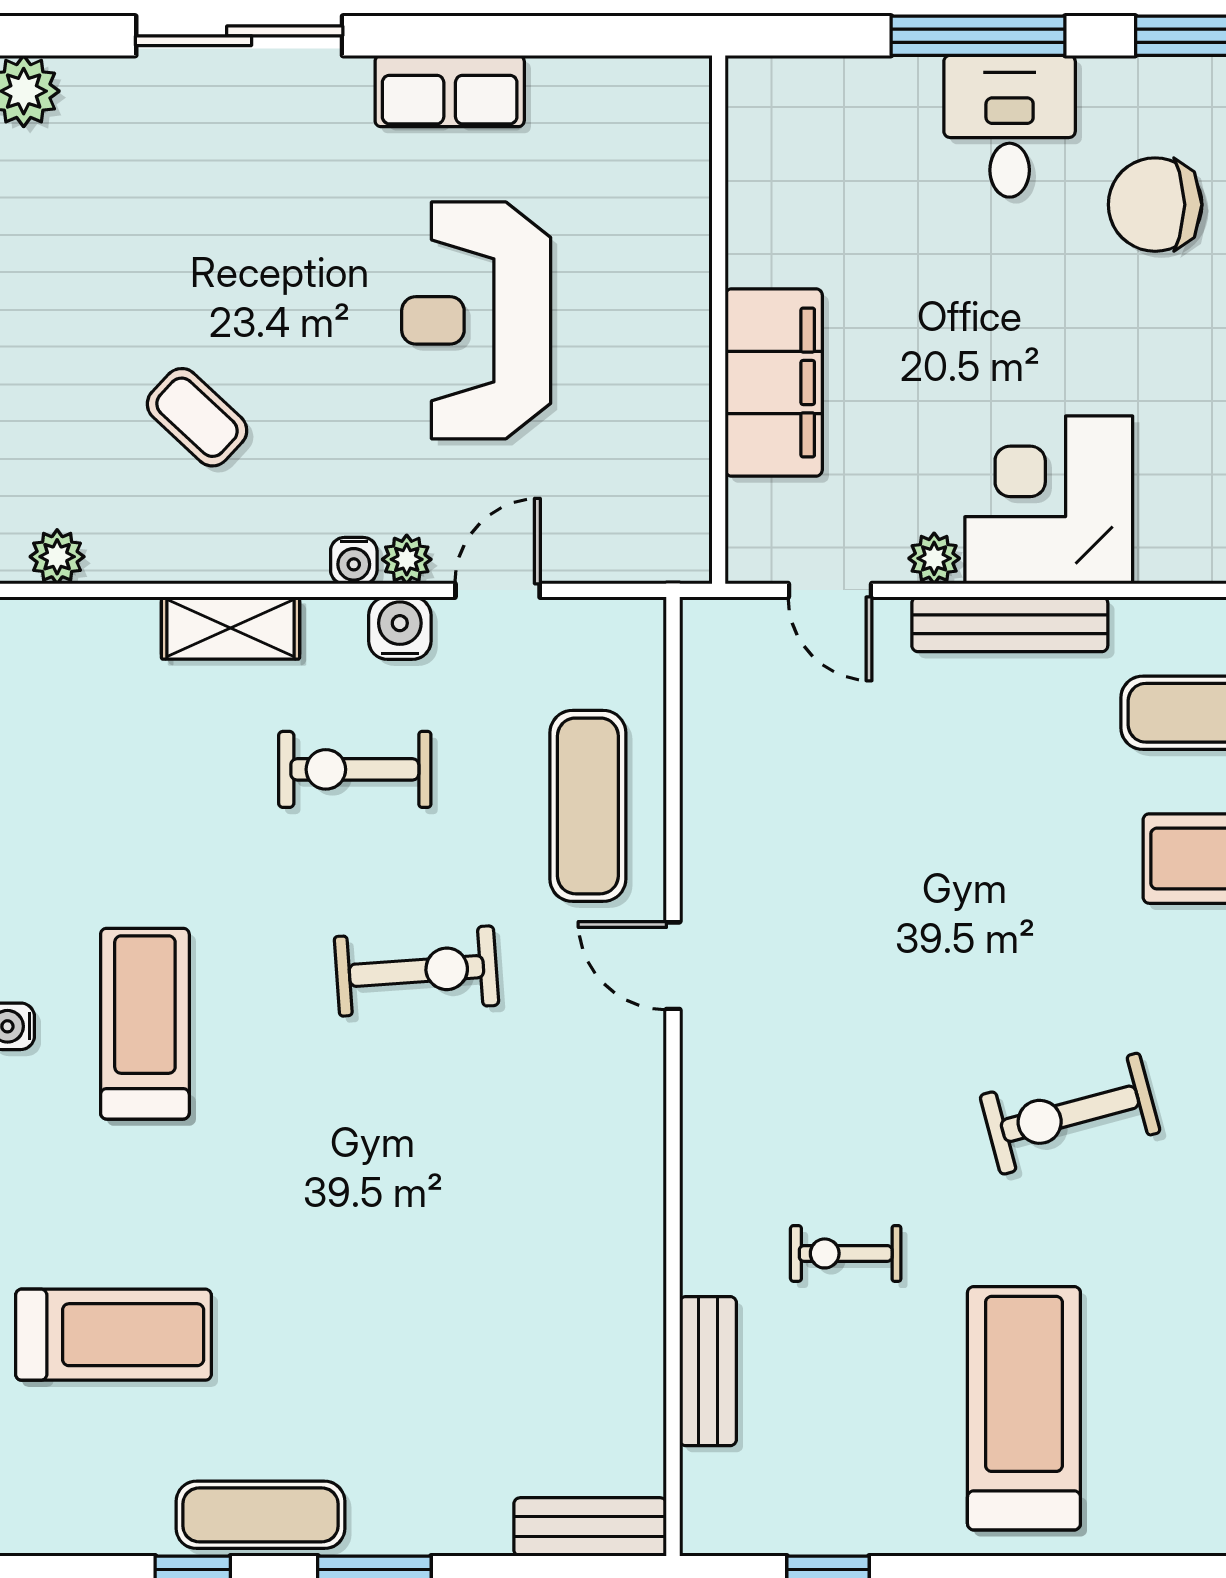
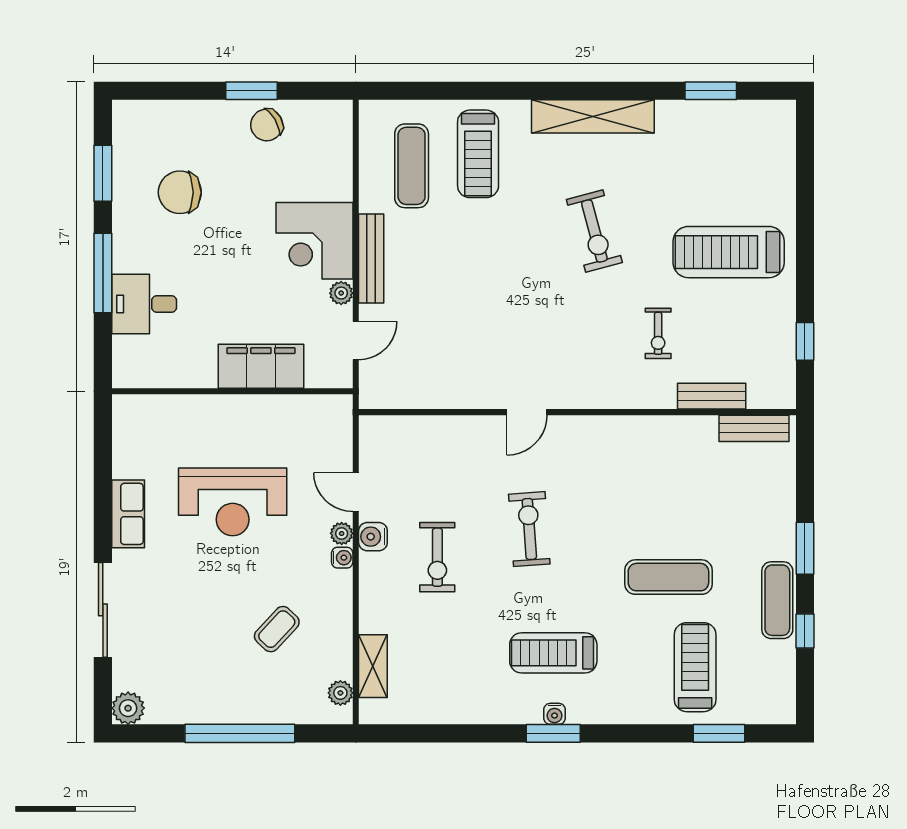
desk: (1010, 126) -> (144, 304), moved
chair: (1155, 205) -> (180, 192), turned 90
shelving: (230, 628) -> (373, 666), moved
exercise mat: (588, 806) -> (668, 577), moved
bench: (590, 1527) -> (754, 428), moved, turned 90

